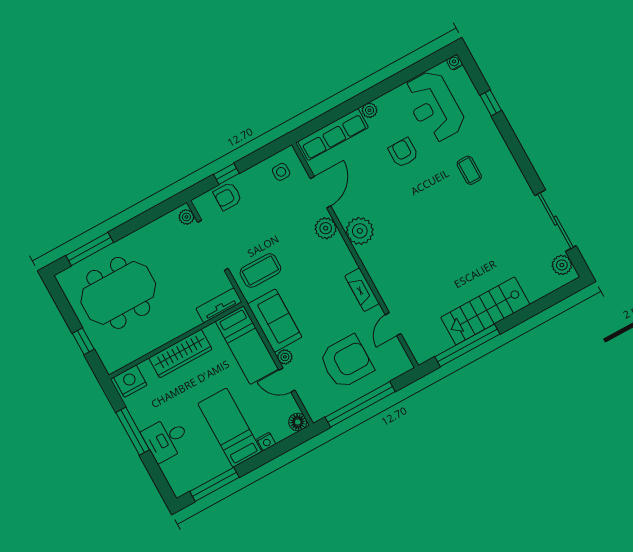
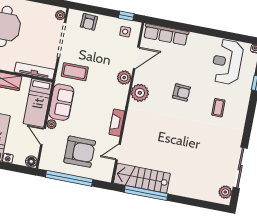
plant: (369, 110) -> (194, 37), removed
armchair: (403, 153) -> (181, 92), moved, turned 93
window: (226, 174) -> (126, 16), moved
armchair: (228, 196) -> (89, 22), turned -87
tv unit: (219, 305) -> (35, 71), width x1.41
stairs: (485, 311) -> (142, 178), moved

